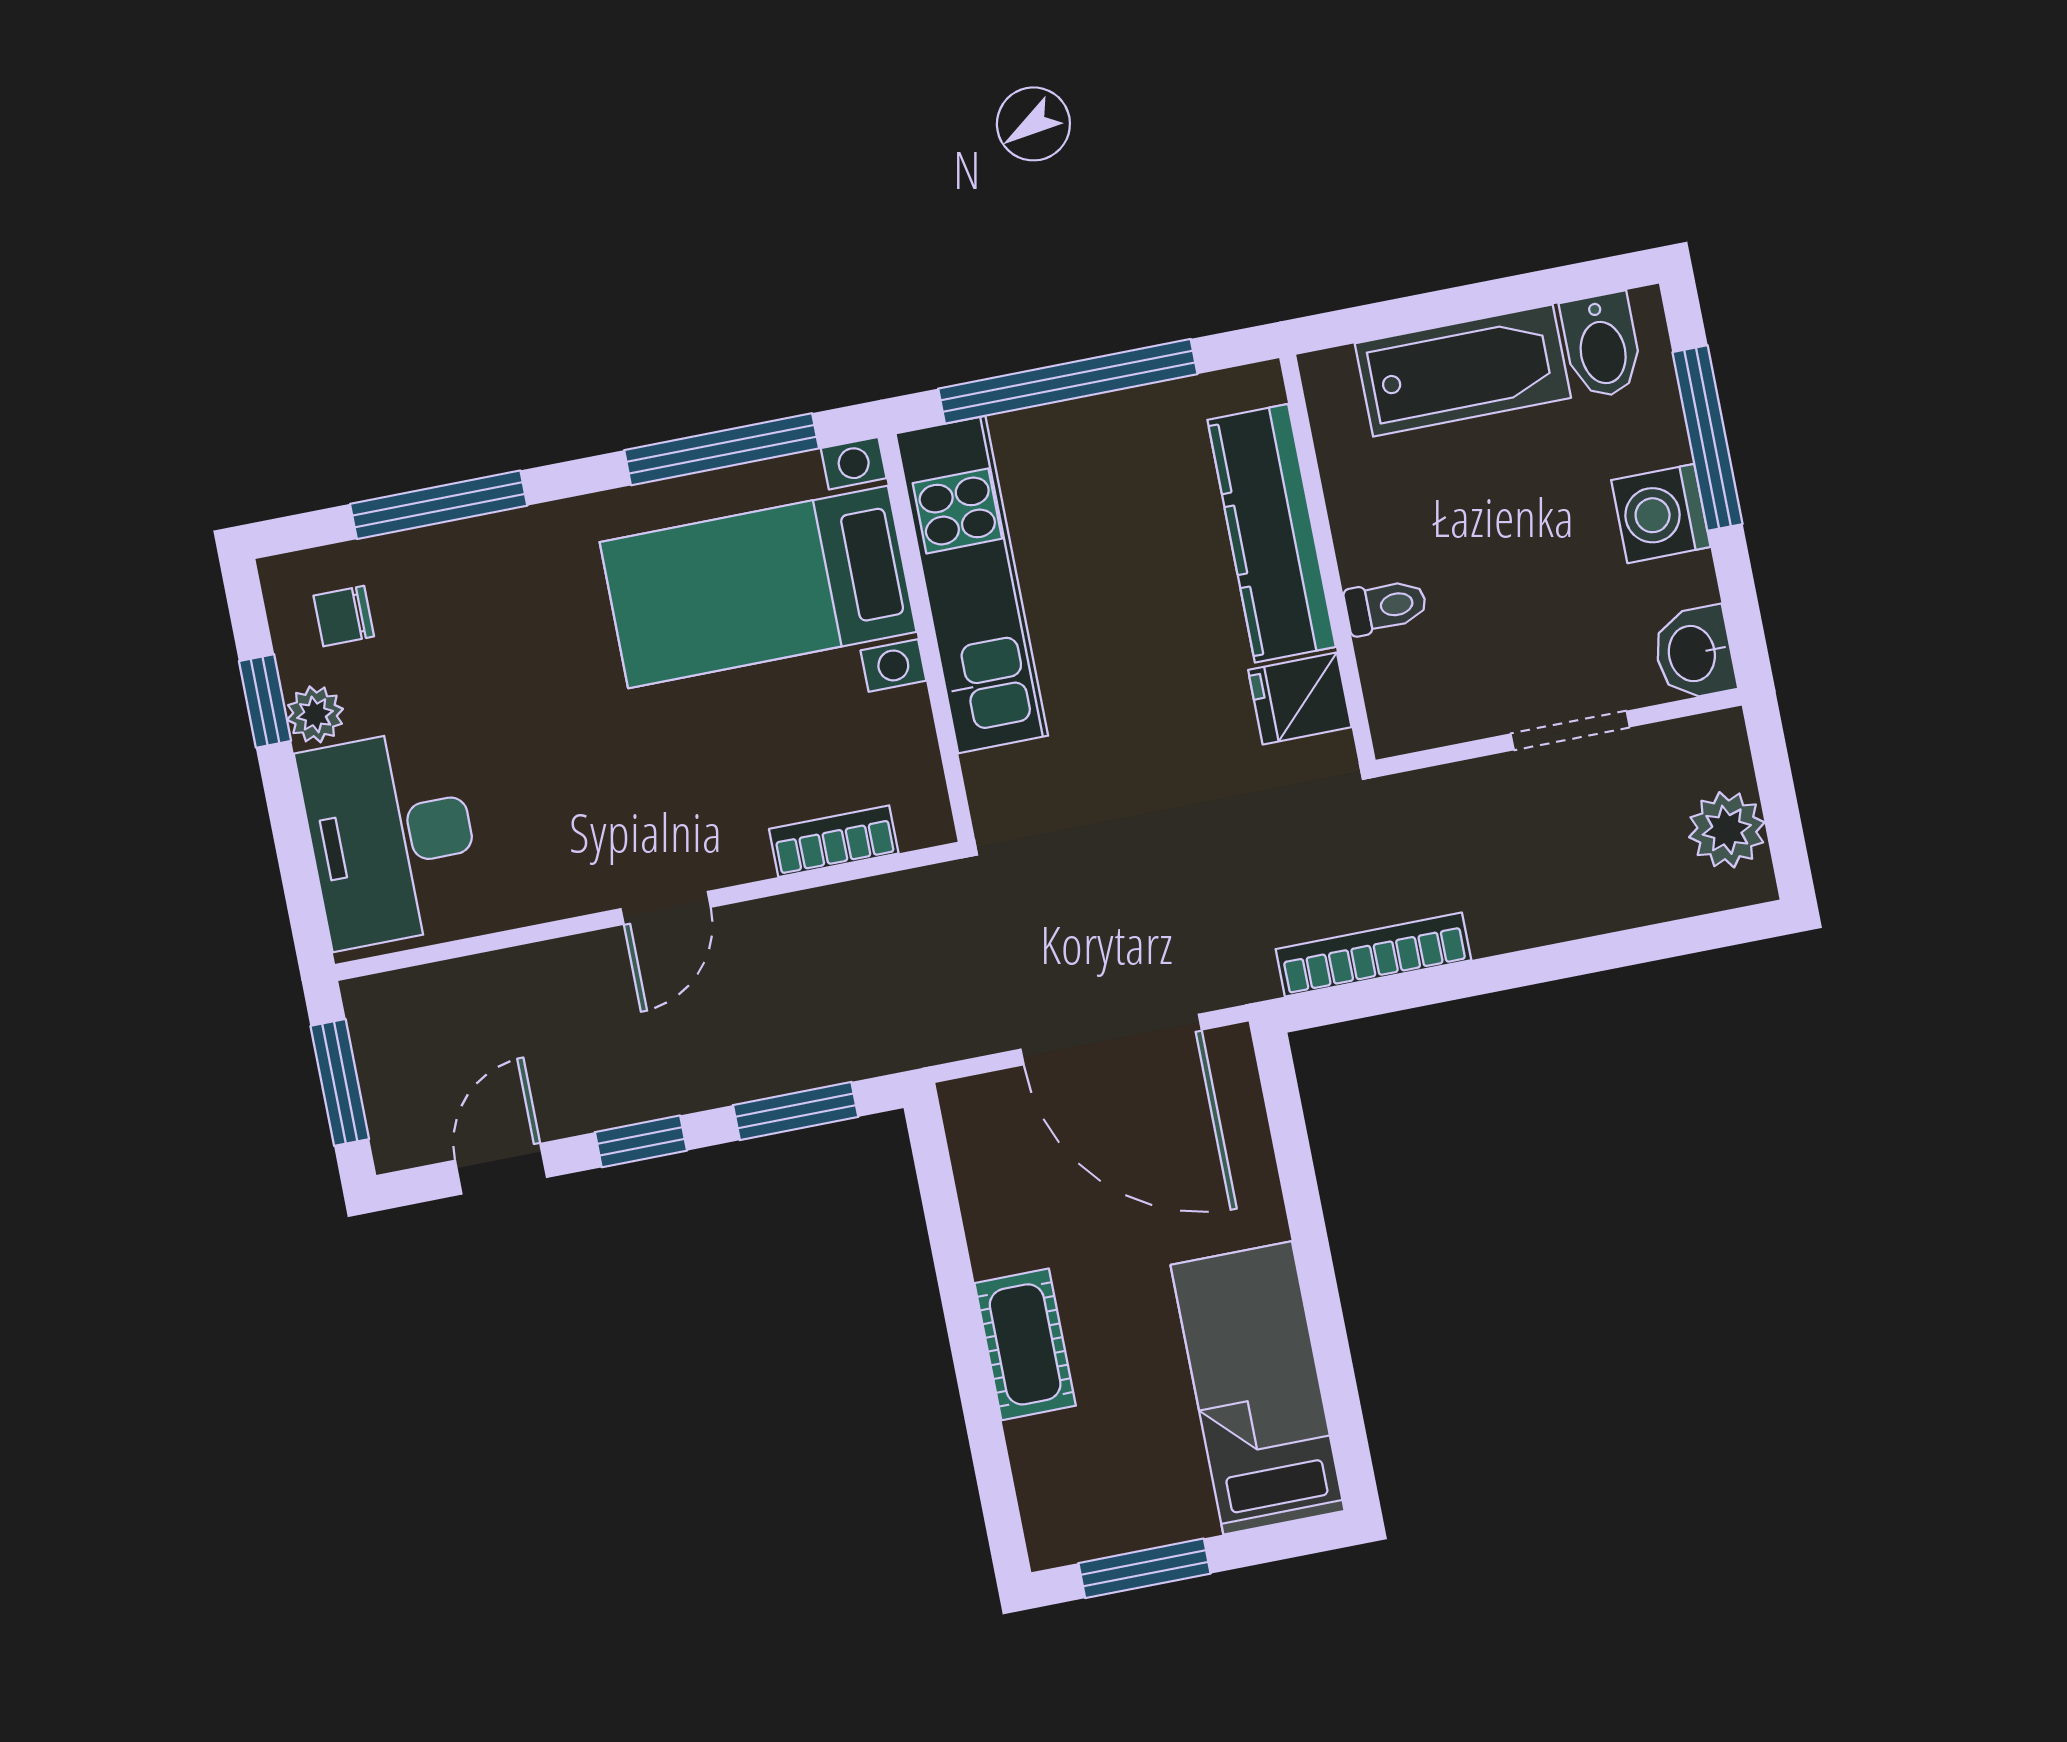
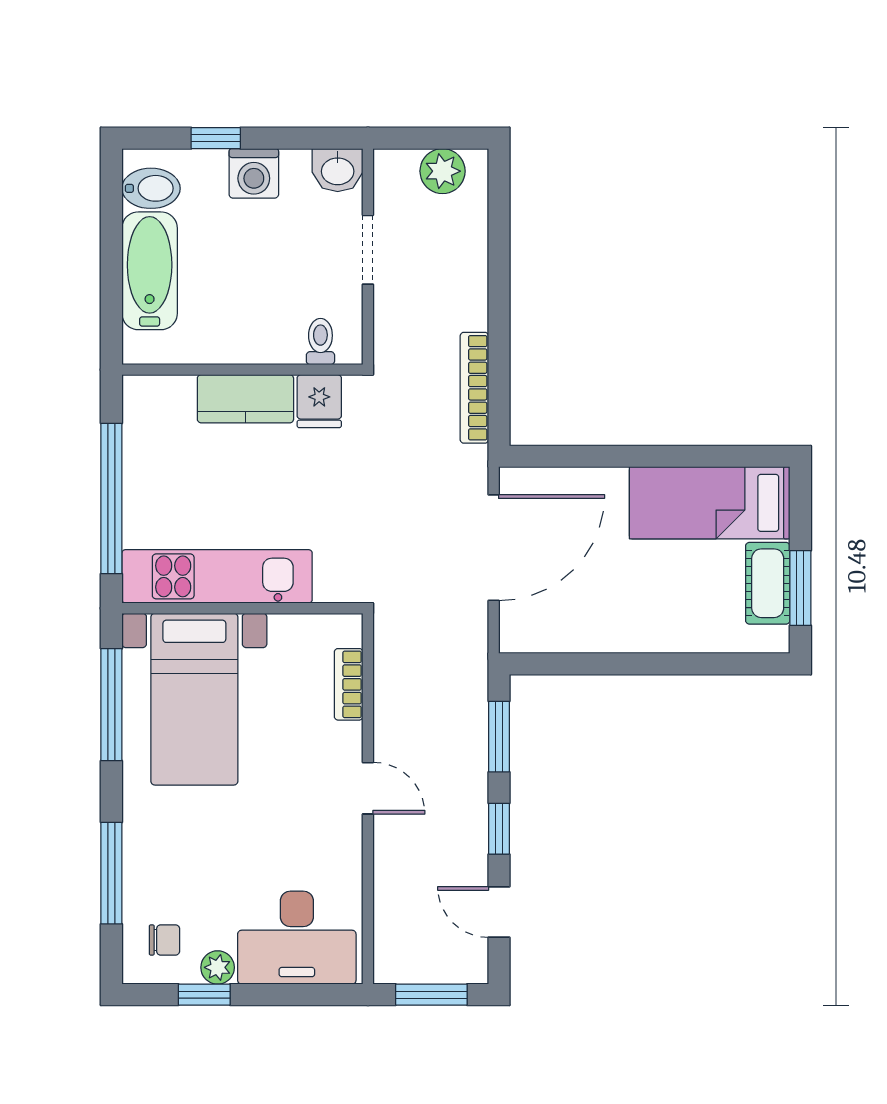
window: (1708, 438) -> (216, 138), width x0.46
kitchen counter: (1272, 533) -> (245, 399), width x0.67
toilet: (1386, 606) -> (320, 342), moved
chair: (344, 616) -> (164, 940), turned -90
cot: (1025, 1344) -> (768, 583), moved, turned 90

